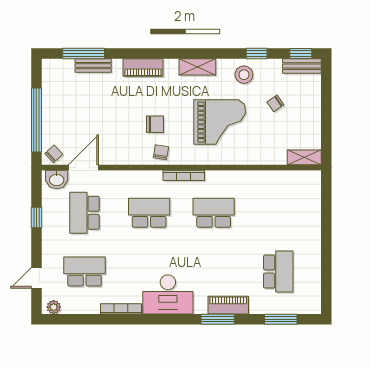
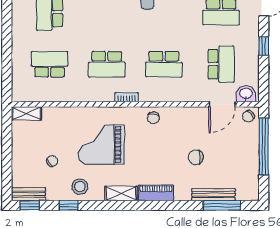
bench: (93, 66) -> (213, 195), width x1.36
piano: (143, 68) -> (156, 193), moved
chair: (155, 124) -> (196, 157), moved
bookcase: (184, 175) -> (127, 97), width x0.64
school desk: (278, 213) -> (50, 64), added
window: (36, 218) -> (264, 46), moved

